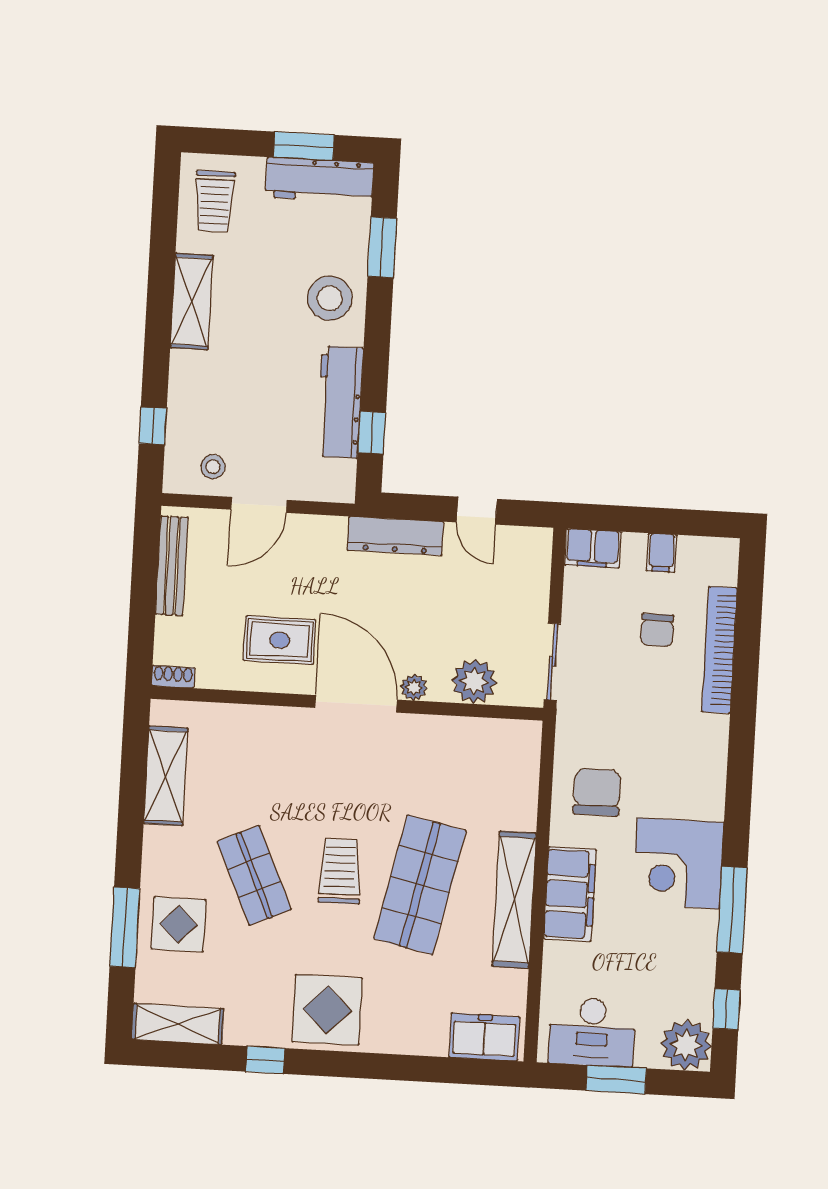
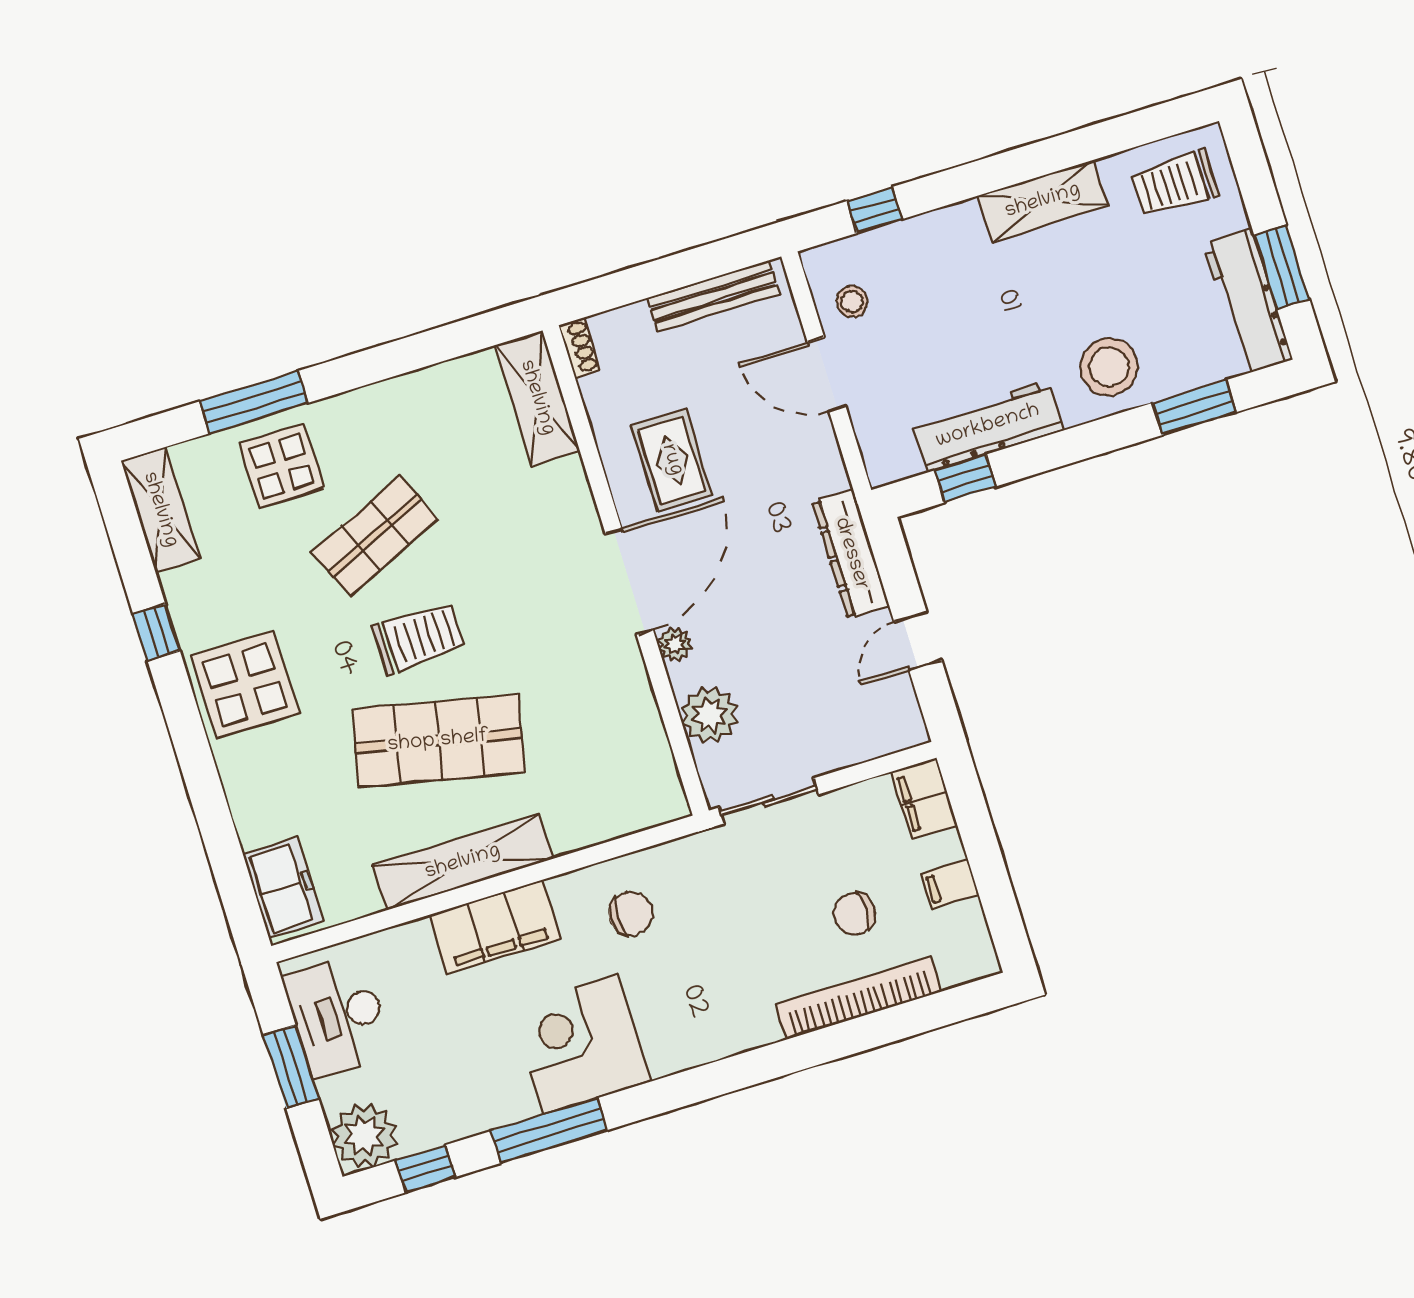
shelving: (166, 776) -> (537, 398), moved, turned 90
chair: (597, 792) -> (631, 914), width x0.73, depth x0.73

